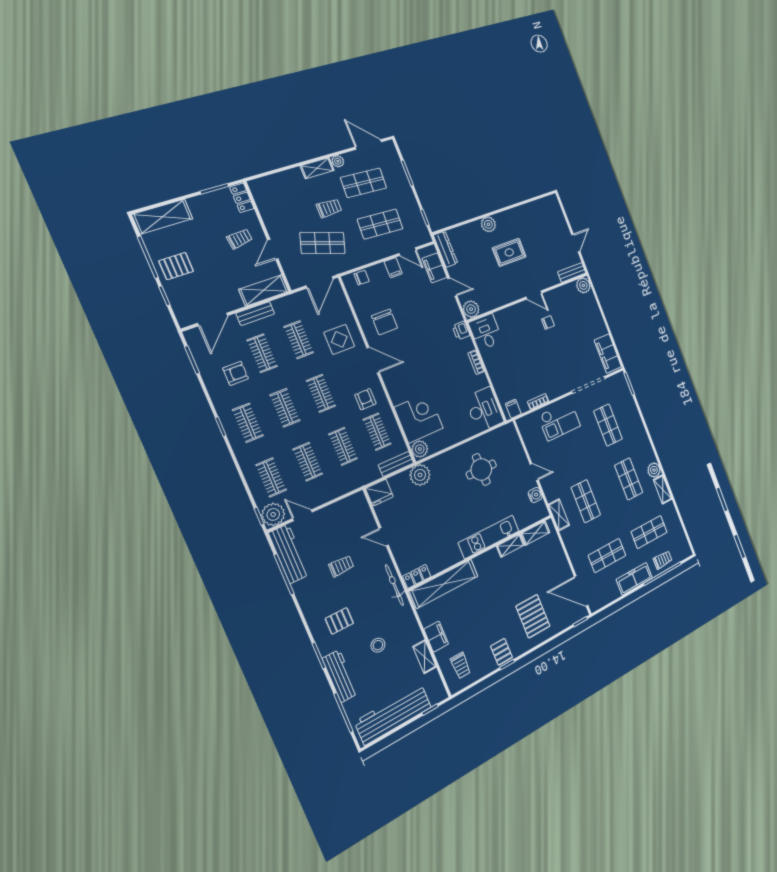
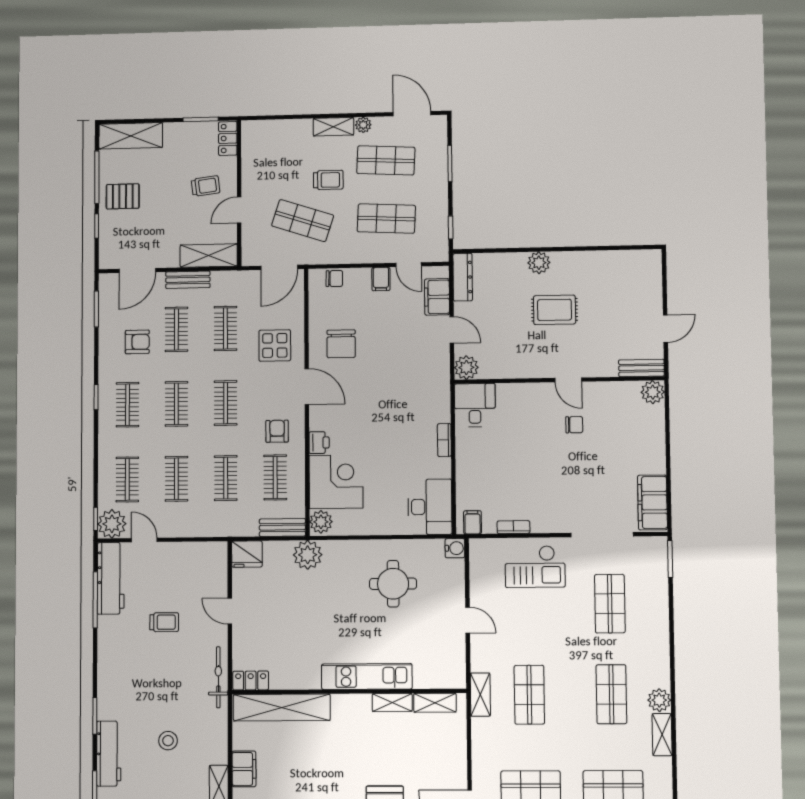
printer: (461, 331) -> (319, 443), moved, turned 180
water cooler: (535, 495) -> (455, 548), moved
pallet: (339, 621) -> (135, 687), removed

